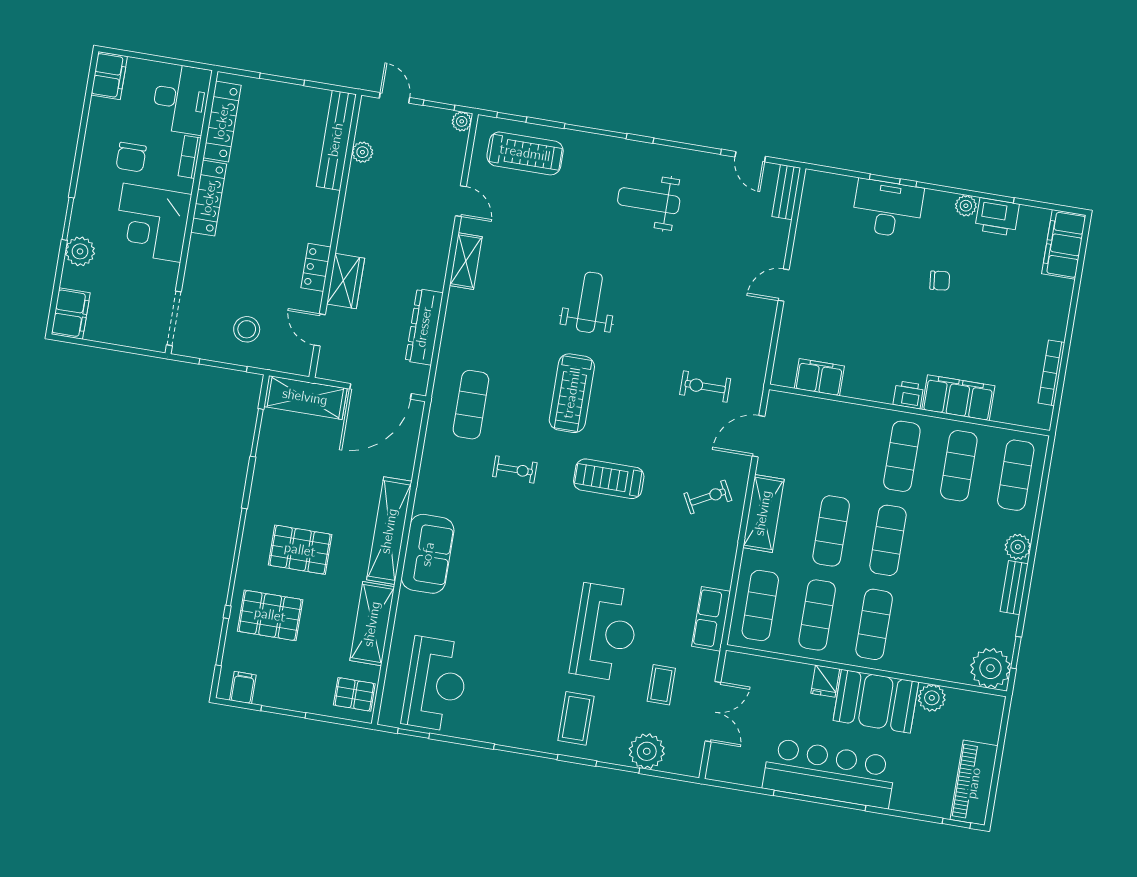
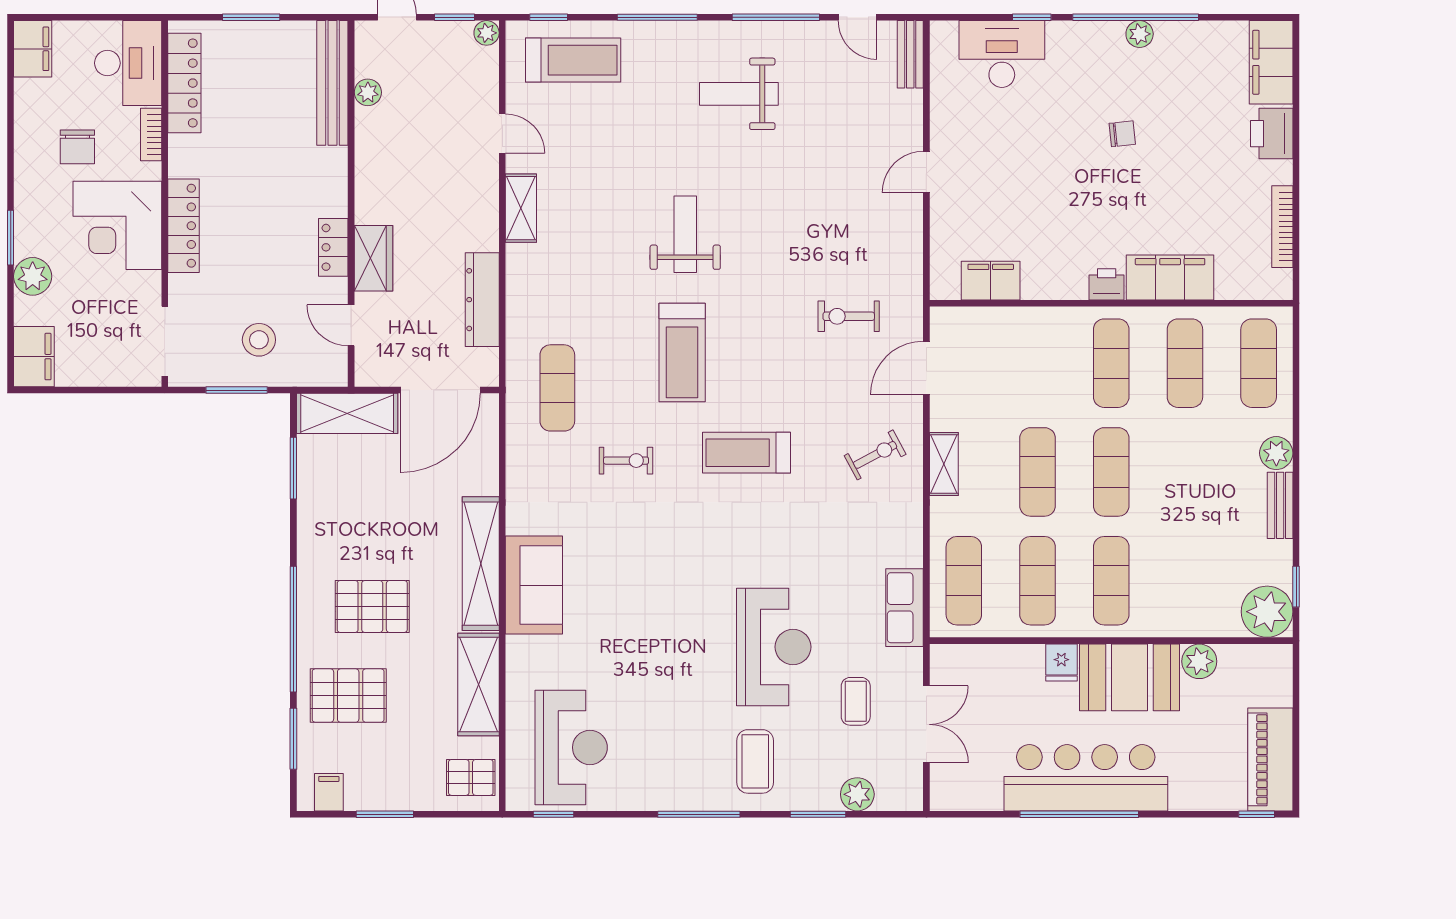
locker: (209, 198) -> (184, 226), moved
desk: (887, 209) -> (1002, 54), moved
printer: (997, 217) -> (1272, 134), moved, turned 90
shelving: (763, 513) -> (944, 464), width x0.67, depth x0.75
plant: (647, 751) -> (857, 794), width x0.73, depth x0.73

